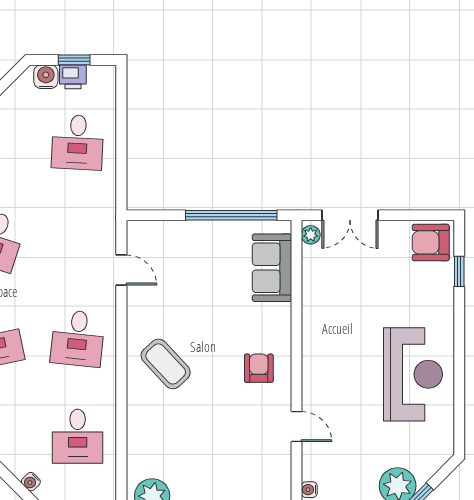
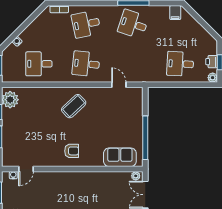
plant: (106, 75) -> (213, 78), added
water cooler: (46, 77) -> (212, 49), removed
door: (121, 270) -> (119, 85), swing flipped
door: (296, 427) -> (26, 169), moved

